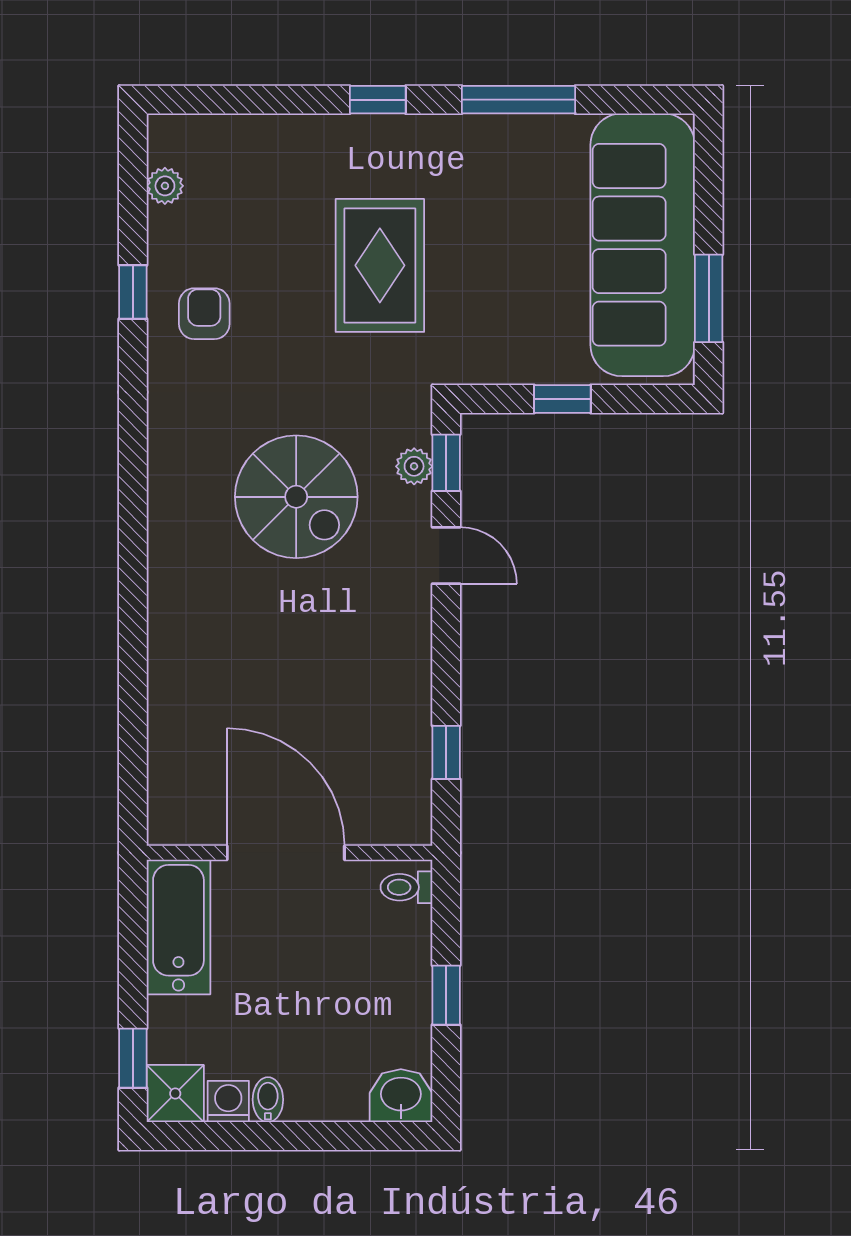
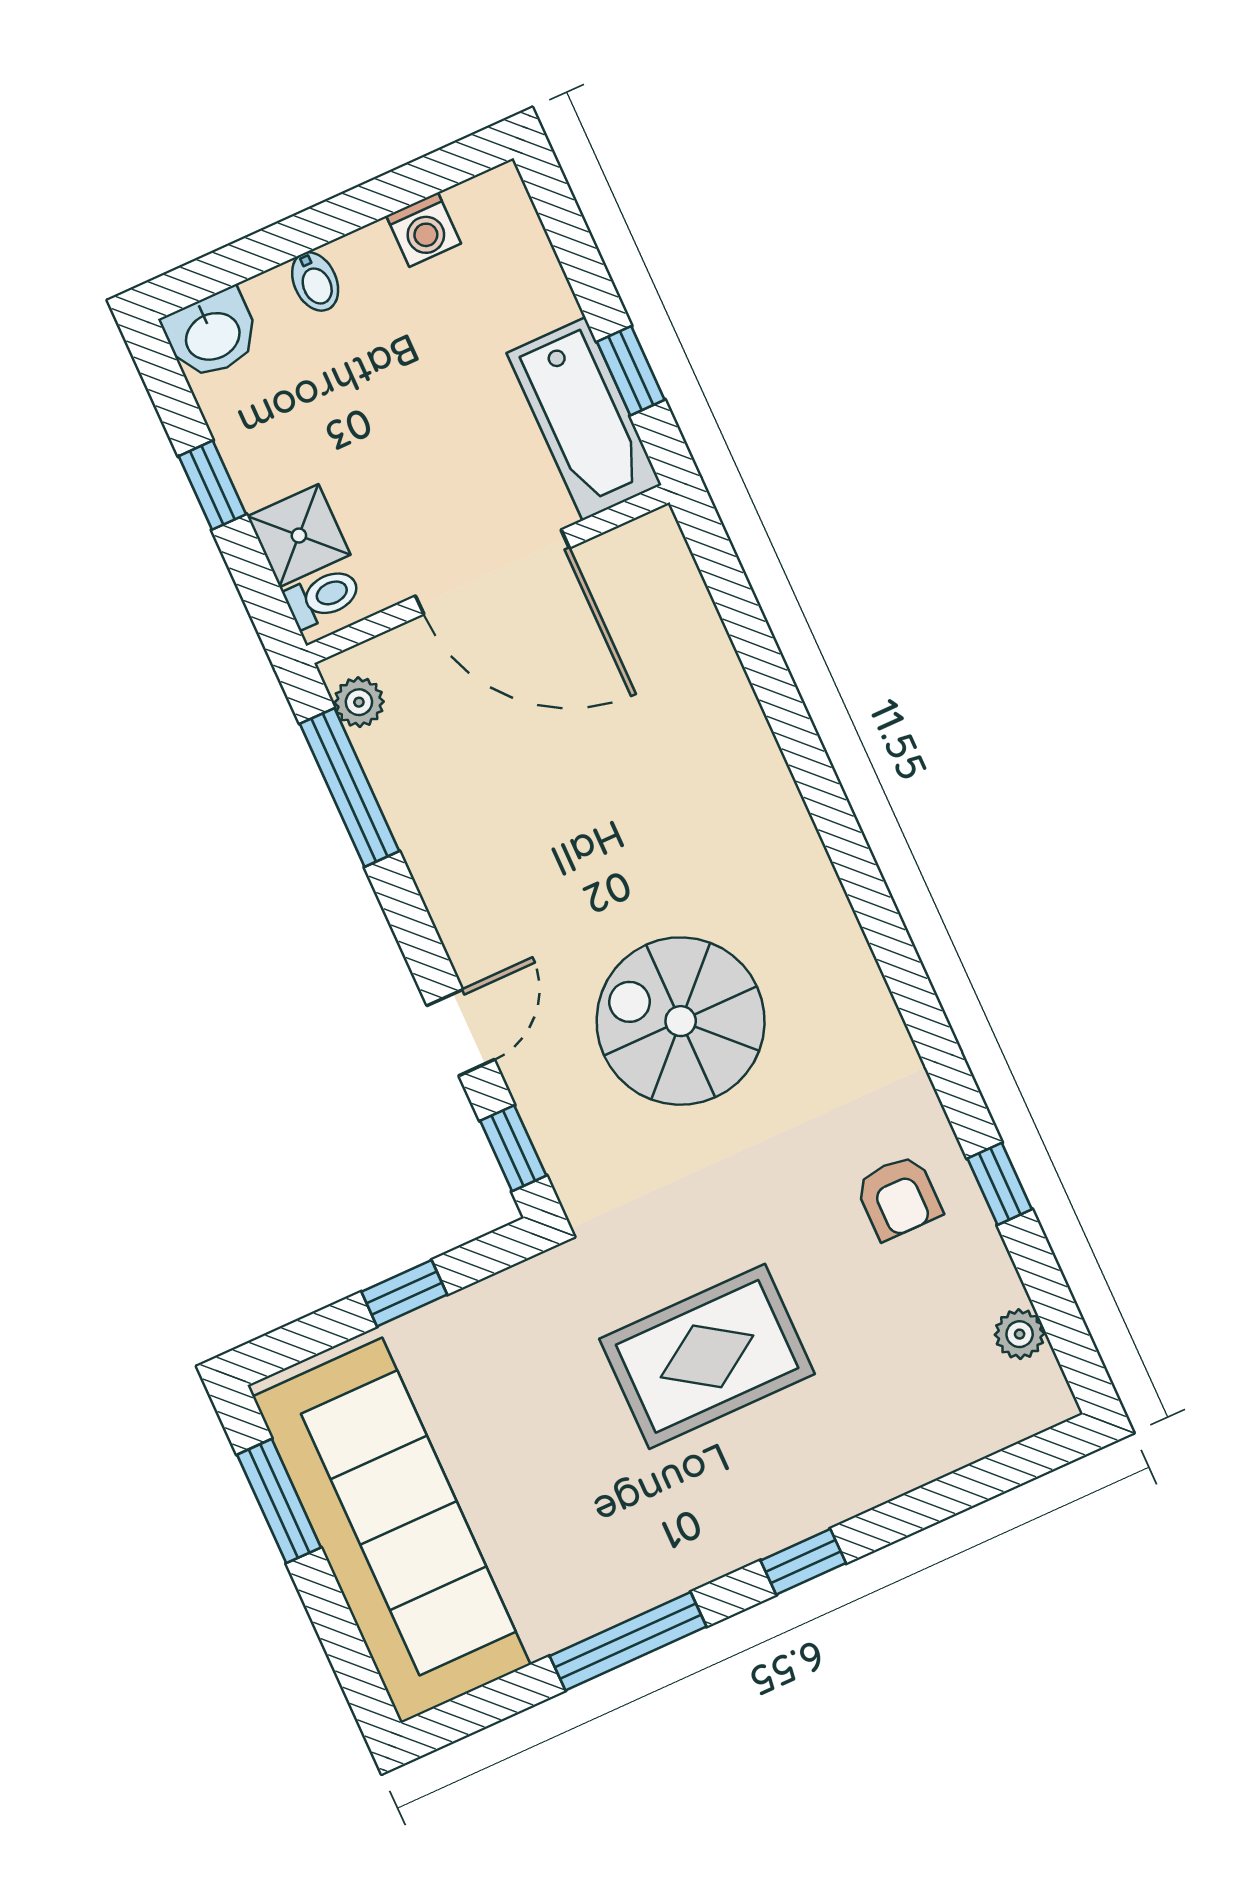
rug: (380, 265) -> (707, 1356), turned 90
plant: (414, 466) -> (359, 702), moved
door: (446, 556) -> (461, 1033), swing flipped
window: (446, 752) -> (350, 787), width x2.17
window: (133, 1058) -> (631, 371), moved
shower: (175, 1094) -> (299, 536), moved
bidet: (268, 1100) -> (315, 281), moved

